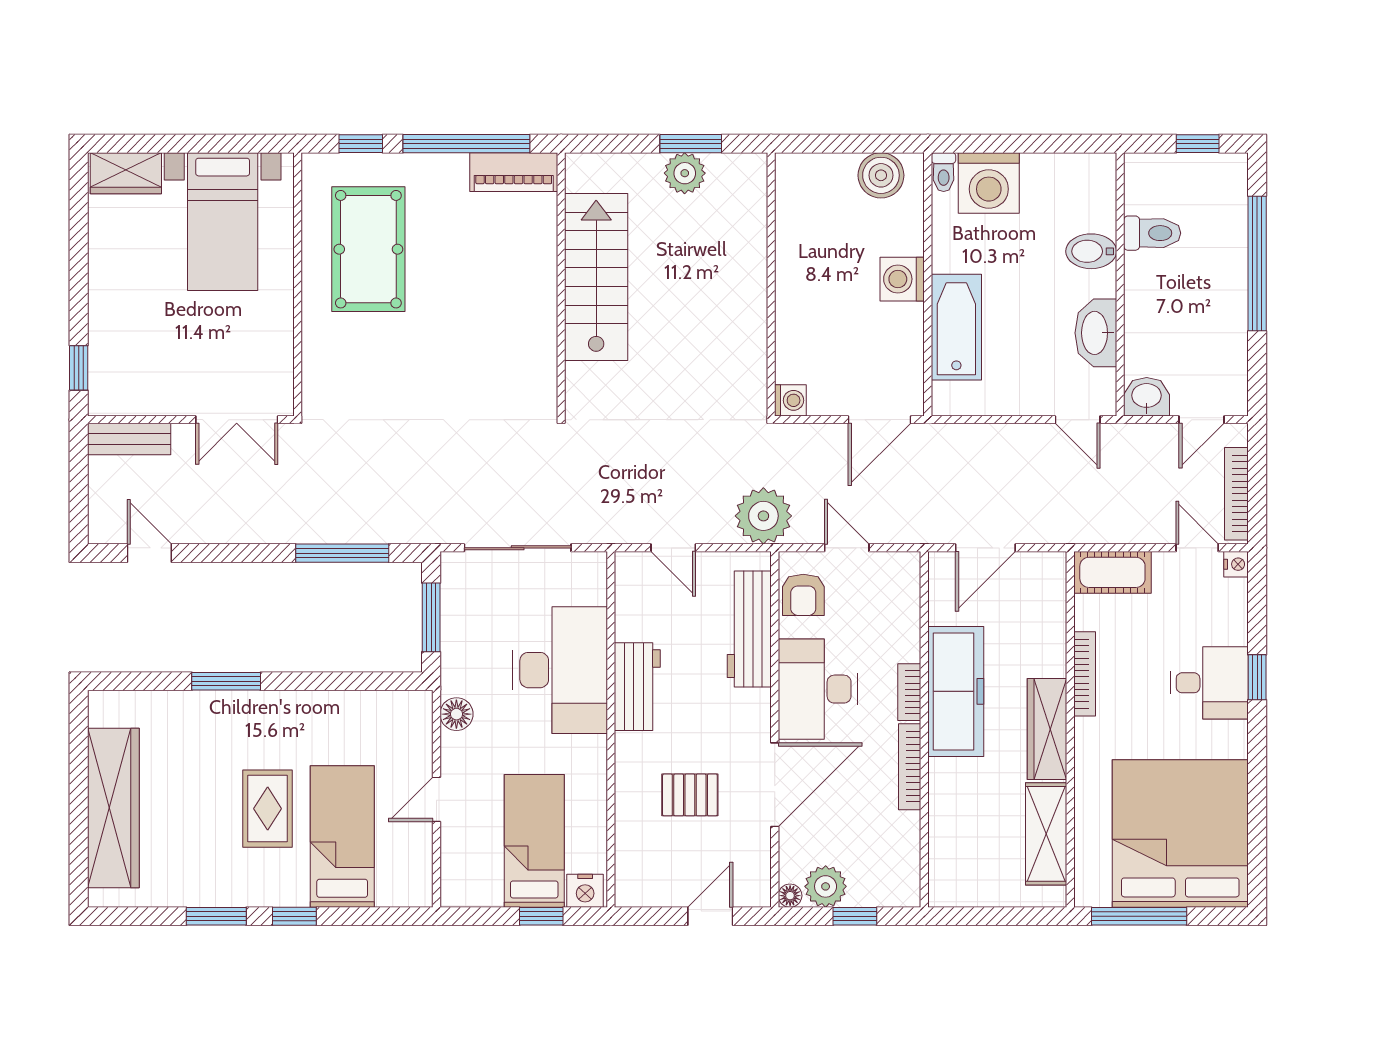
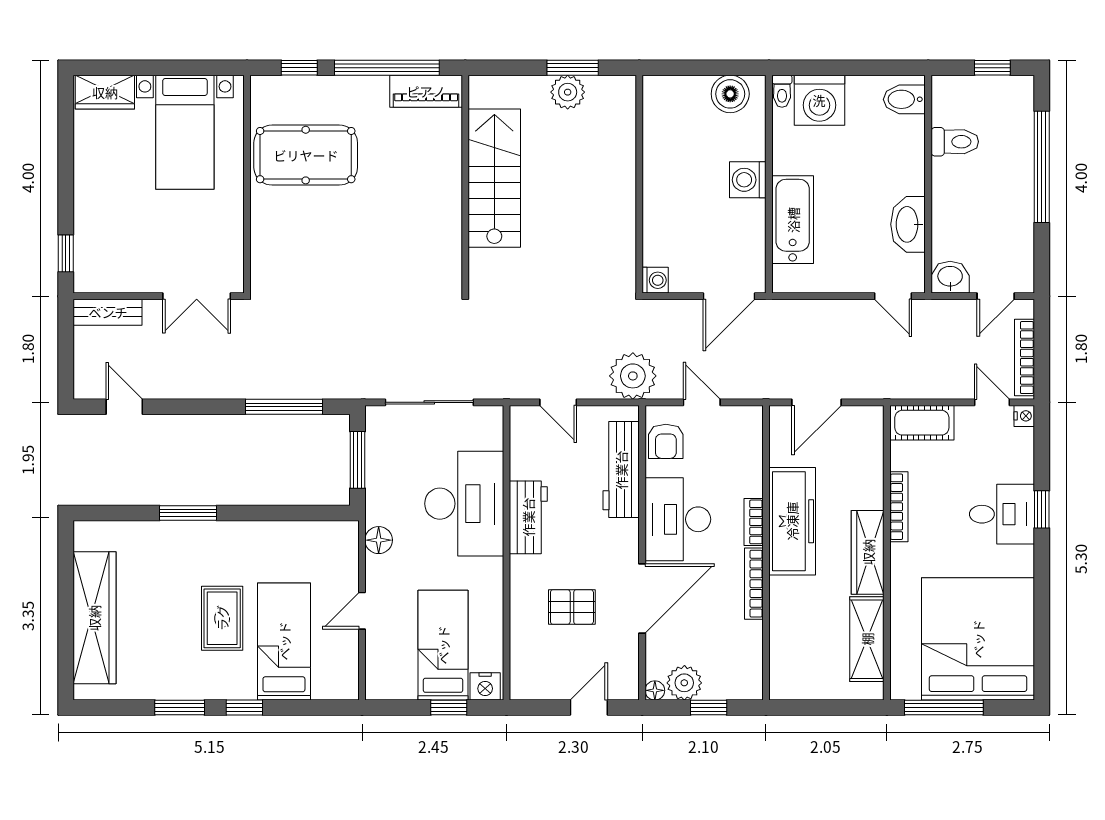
pool table: (368, 249) -> (306, 155), turned 90
bidet: (1091, 251) -> (904, 99), moved

